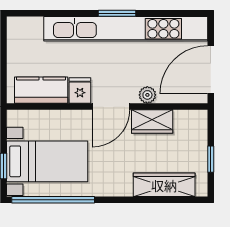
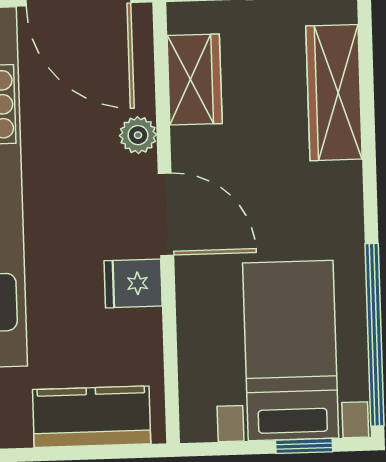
kitchen counter: (41, 90) -> (92, 417), moved, turned 90
wardrobe: (152, 121) -> (195, 80), moved

